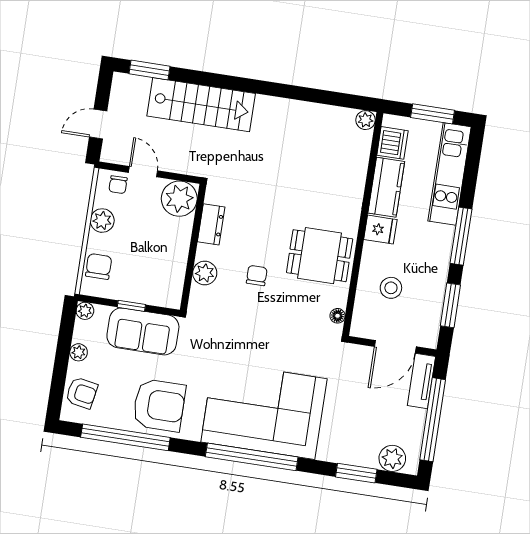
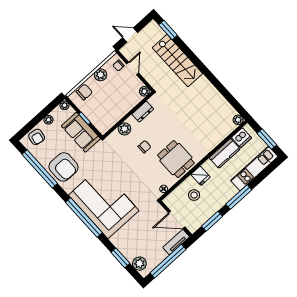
plant: (179, 199) -> (144, 91), width x0.53, depth x0.53
fridge: (380, 230) -> (201, 176), moved

